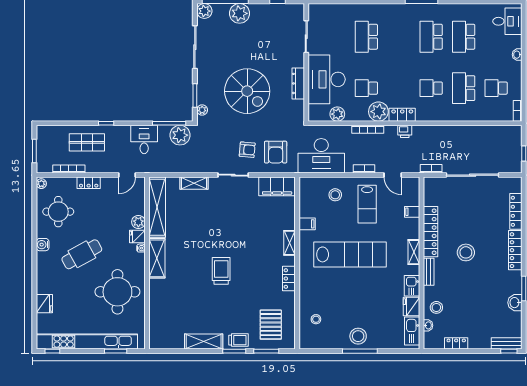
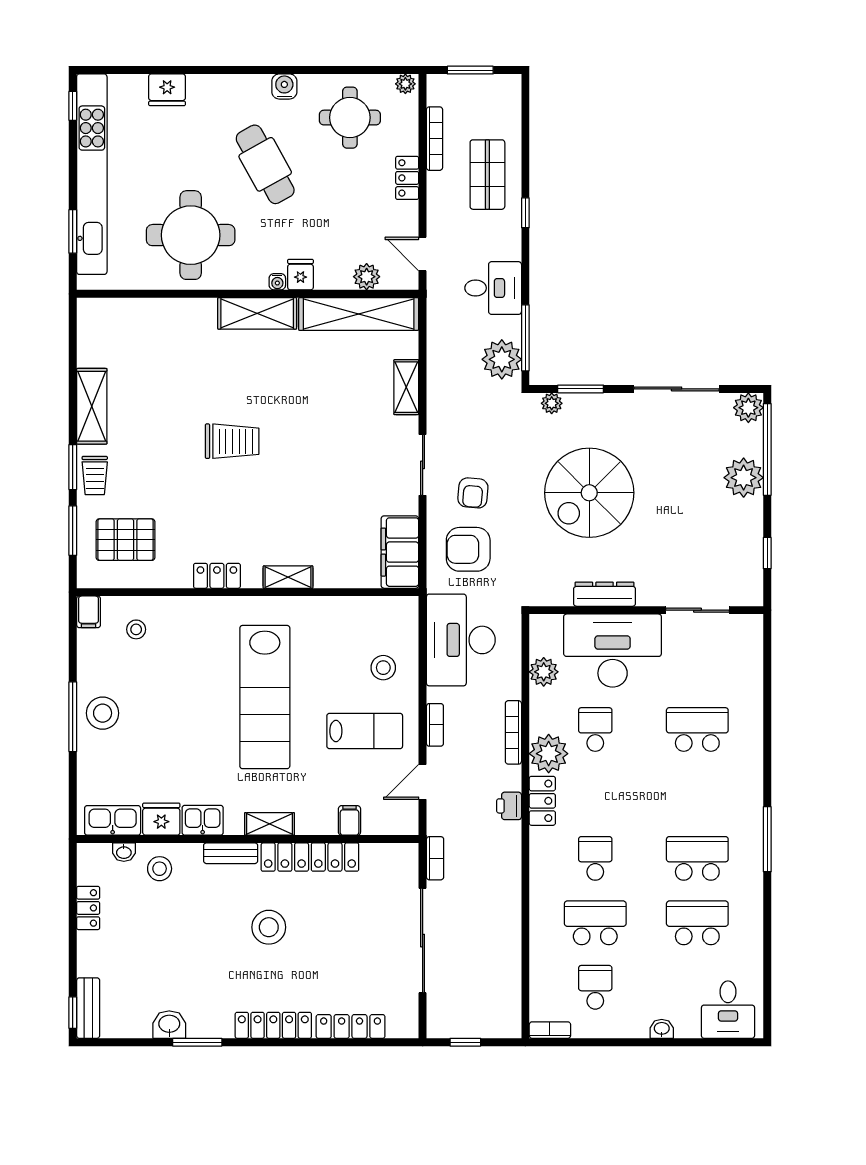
lab bench: (367, 204) -> (365, 731), turned 180
plant: (138, 222) -> (367, 277), moved
filing cabinet: (307, 224) -> (89, 612), moved

